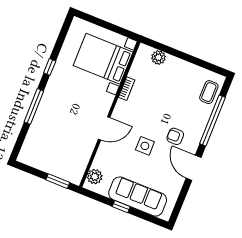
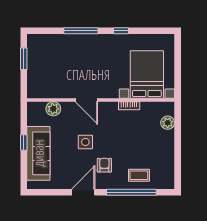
coffee table: (209, 92) -> (139, 175), moved
plant: (95, 177) -> (53, 109), moved
window: (58, 181) -> (24, 59), moved

